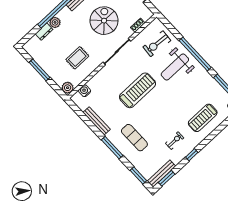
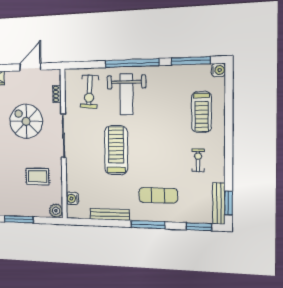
rug: (77, 58) -> (38, 176), turned 90
window: (192, 155) -> (229, 157), removed

